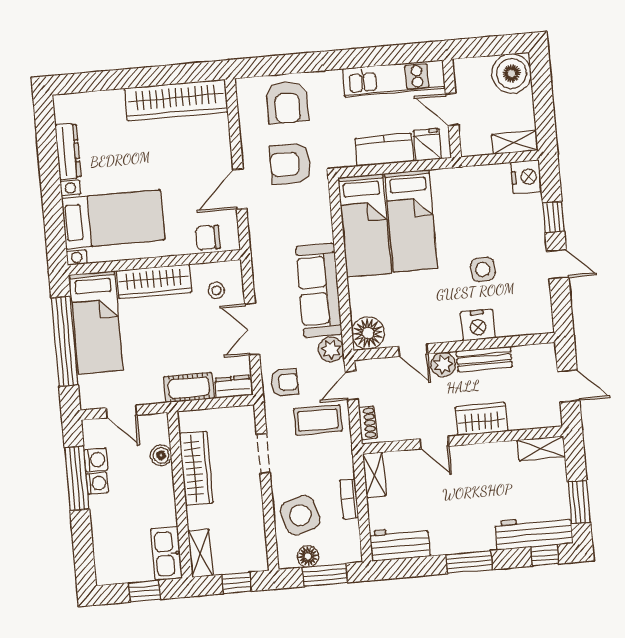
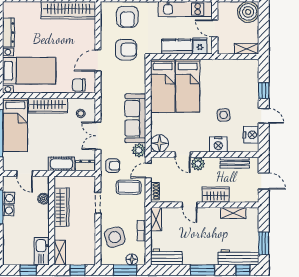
armchair: (290, 164) -> (126, 50), turned 180
nightstand: (526, 177) -> (251, 135), moved
bench: (484, 359) -> (235, 163), moved
shelving: (541, 448) -> (233, 213), moved
floor lamp: (308, 556) -> (132, 259), moved

